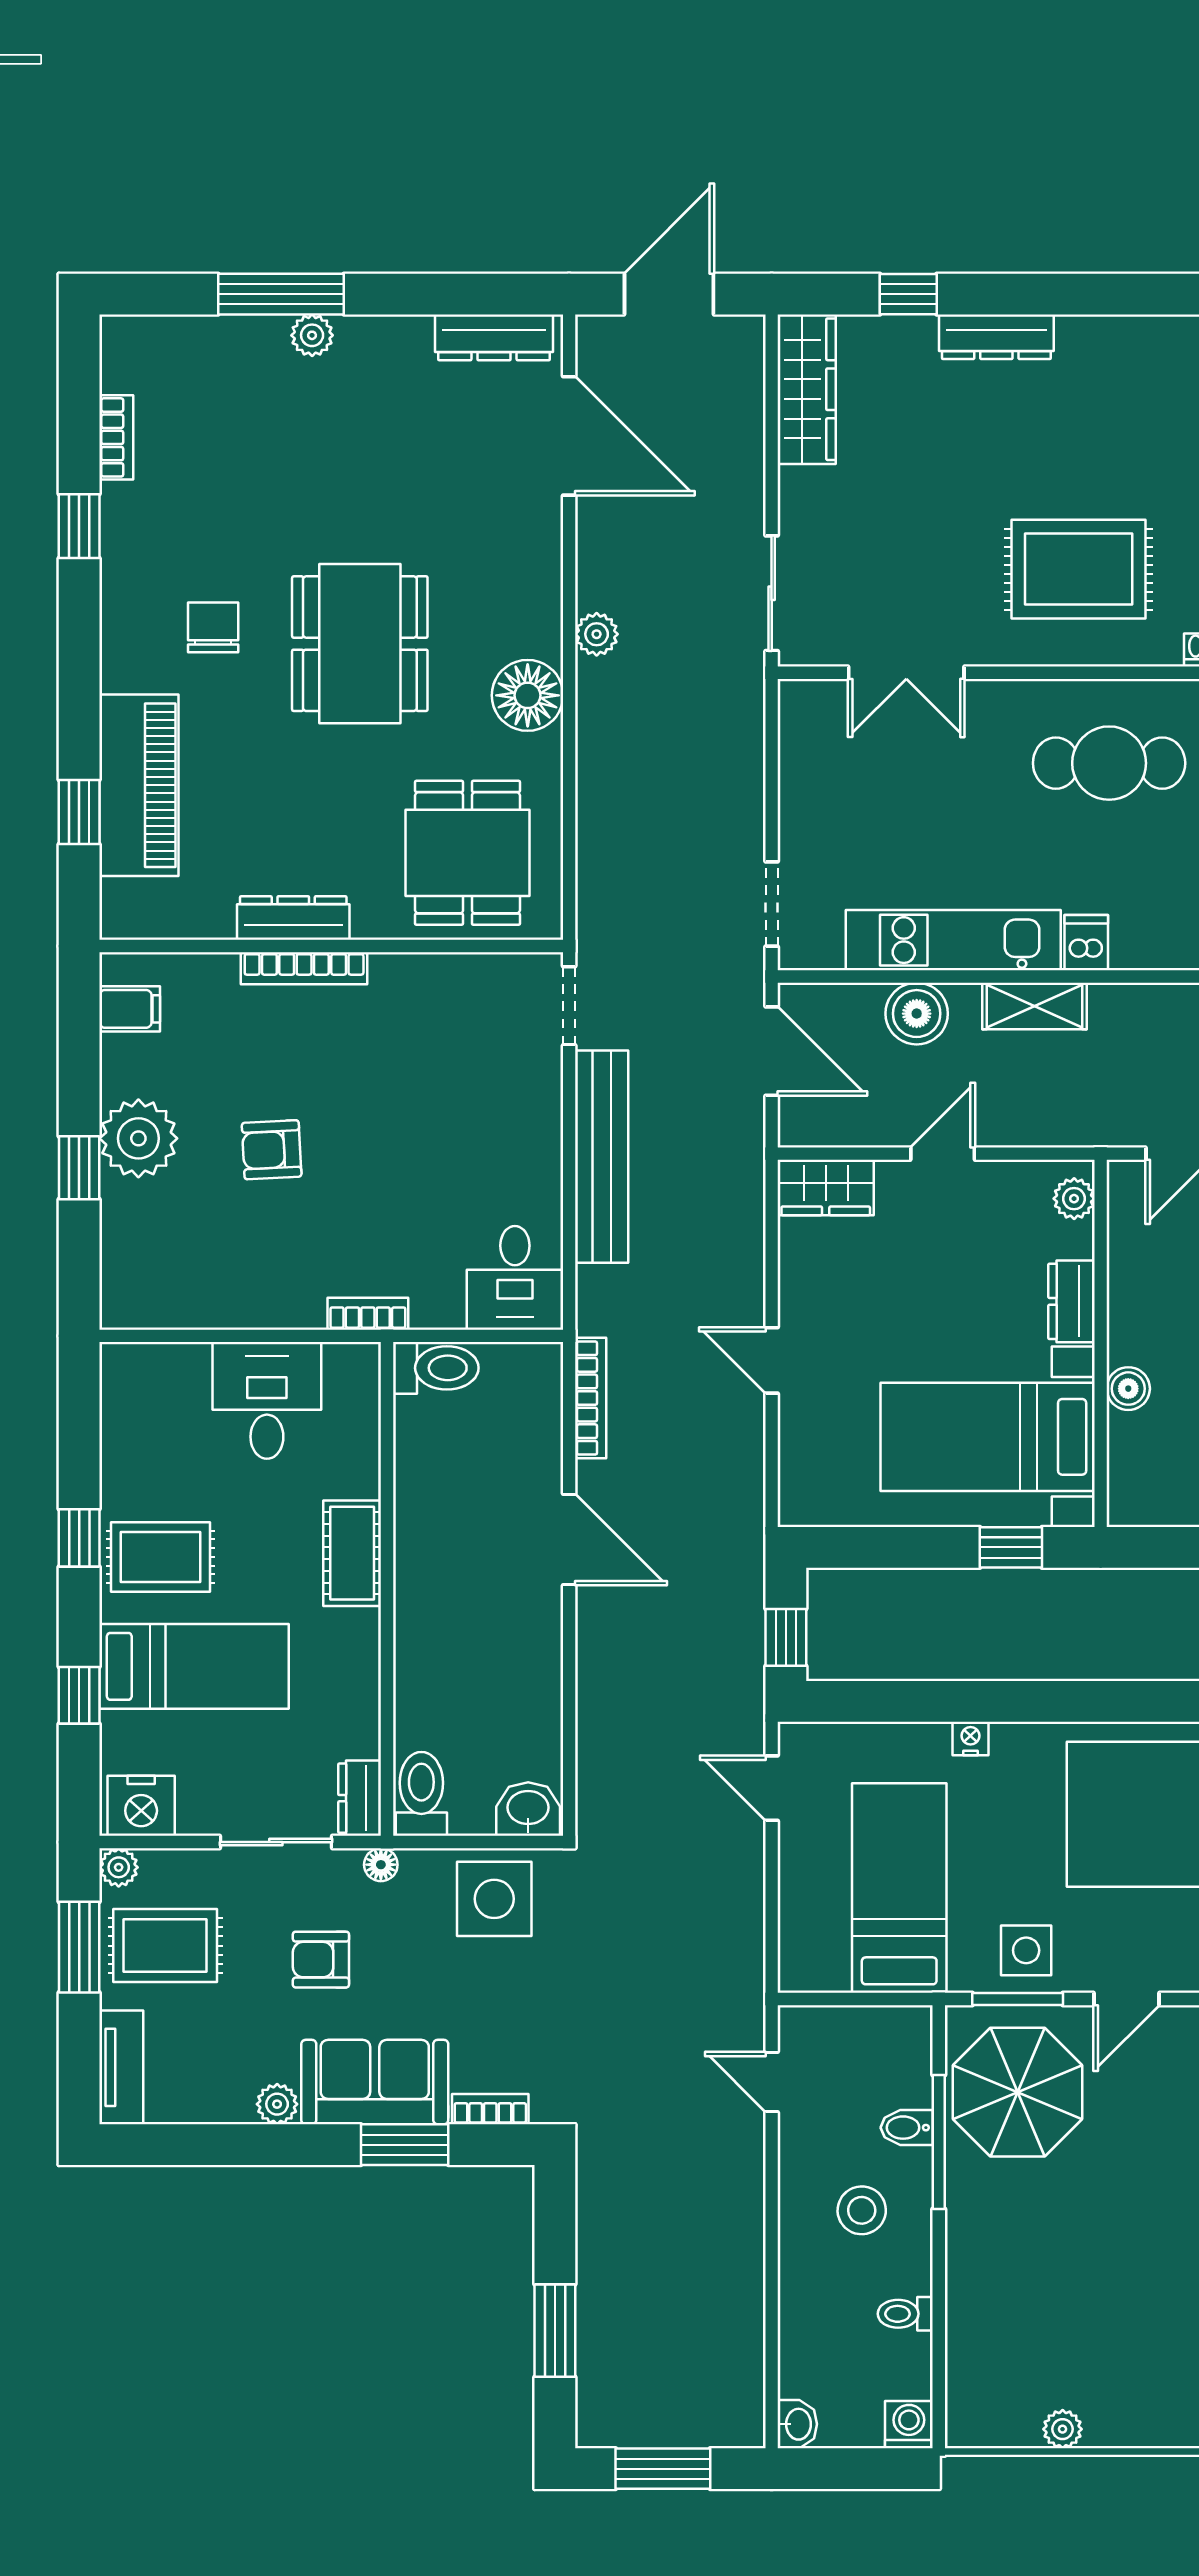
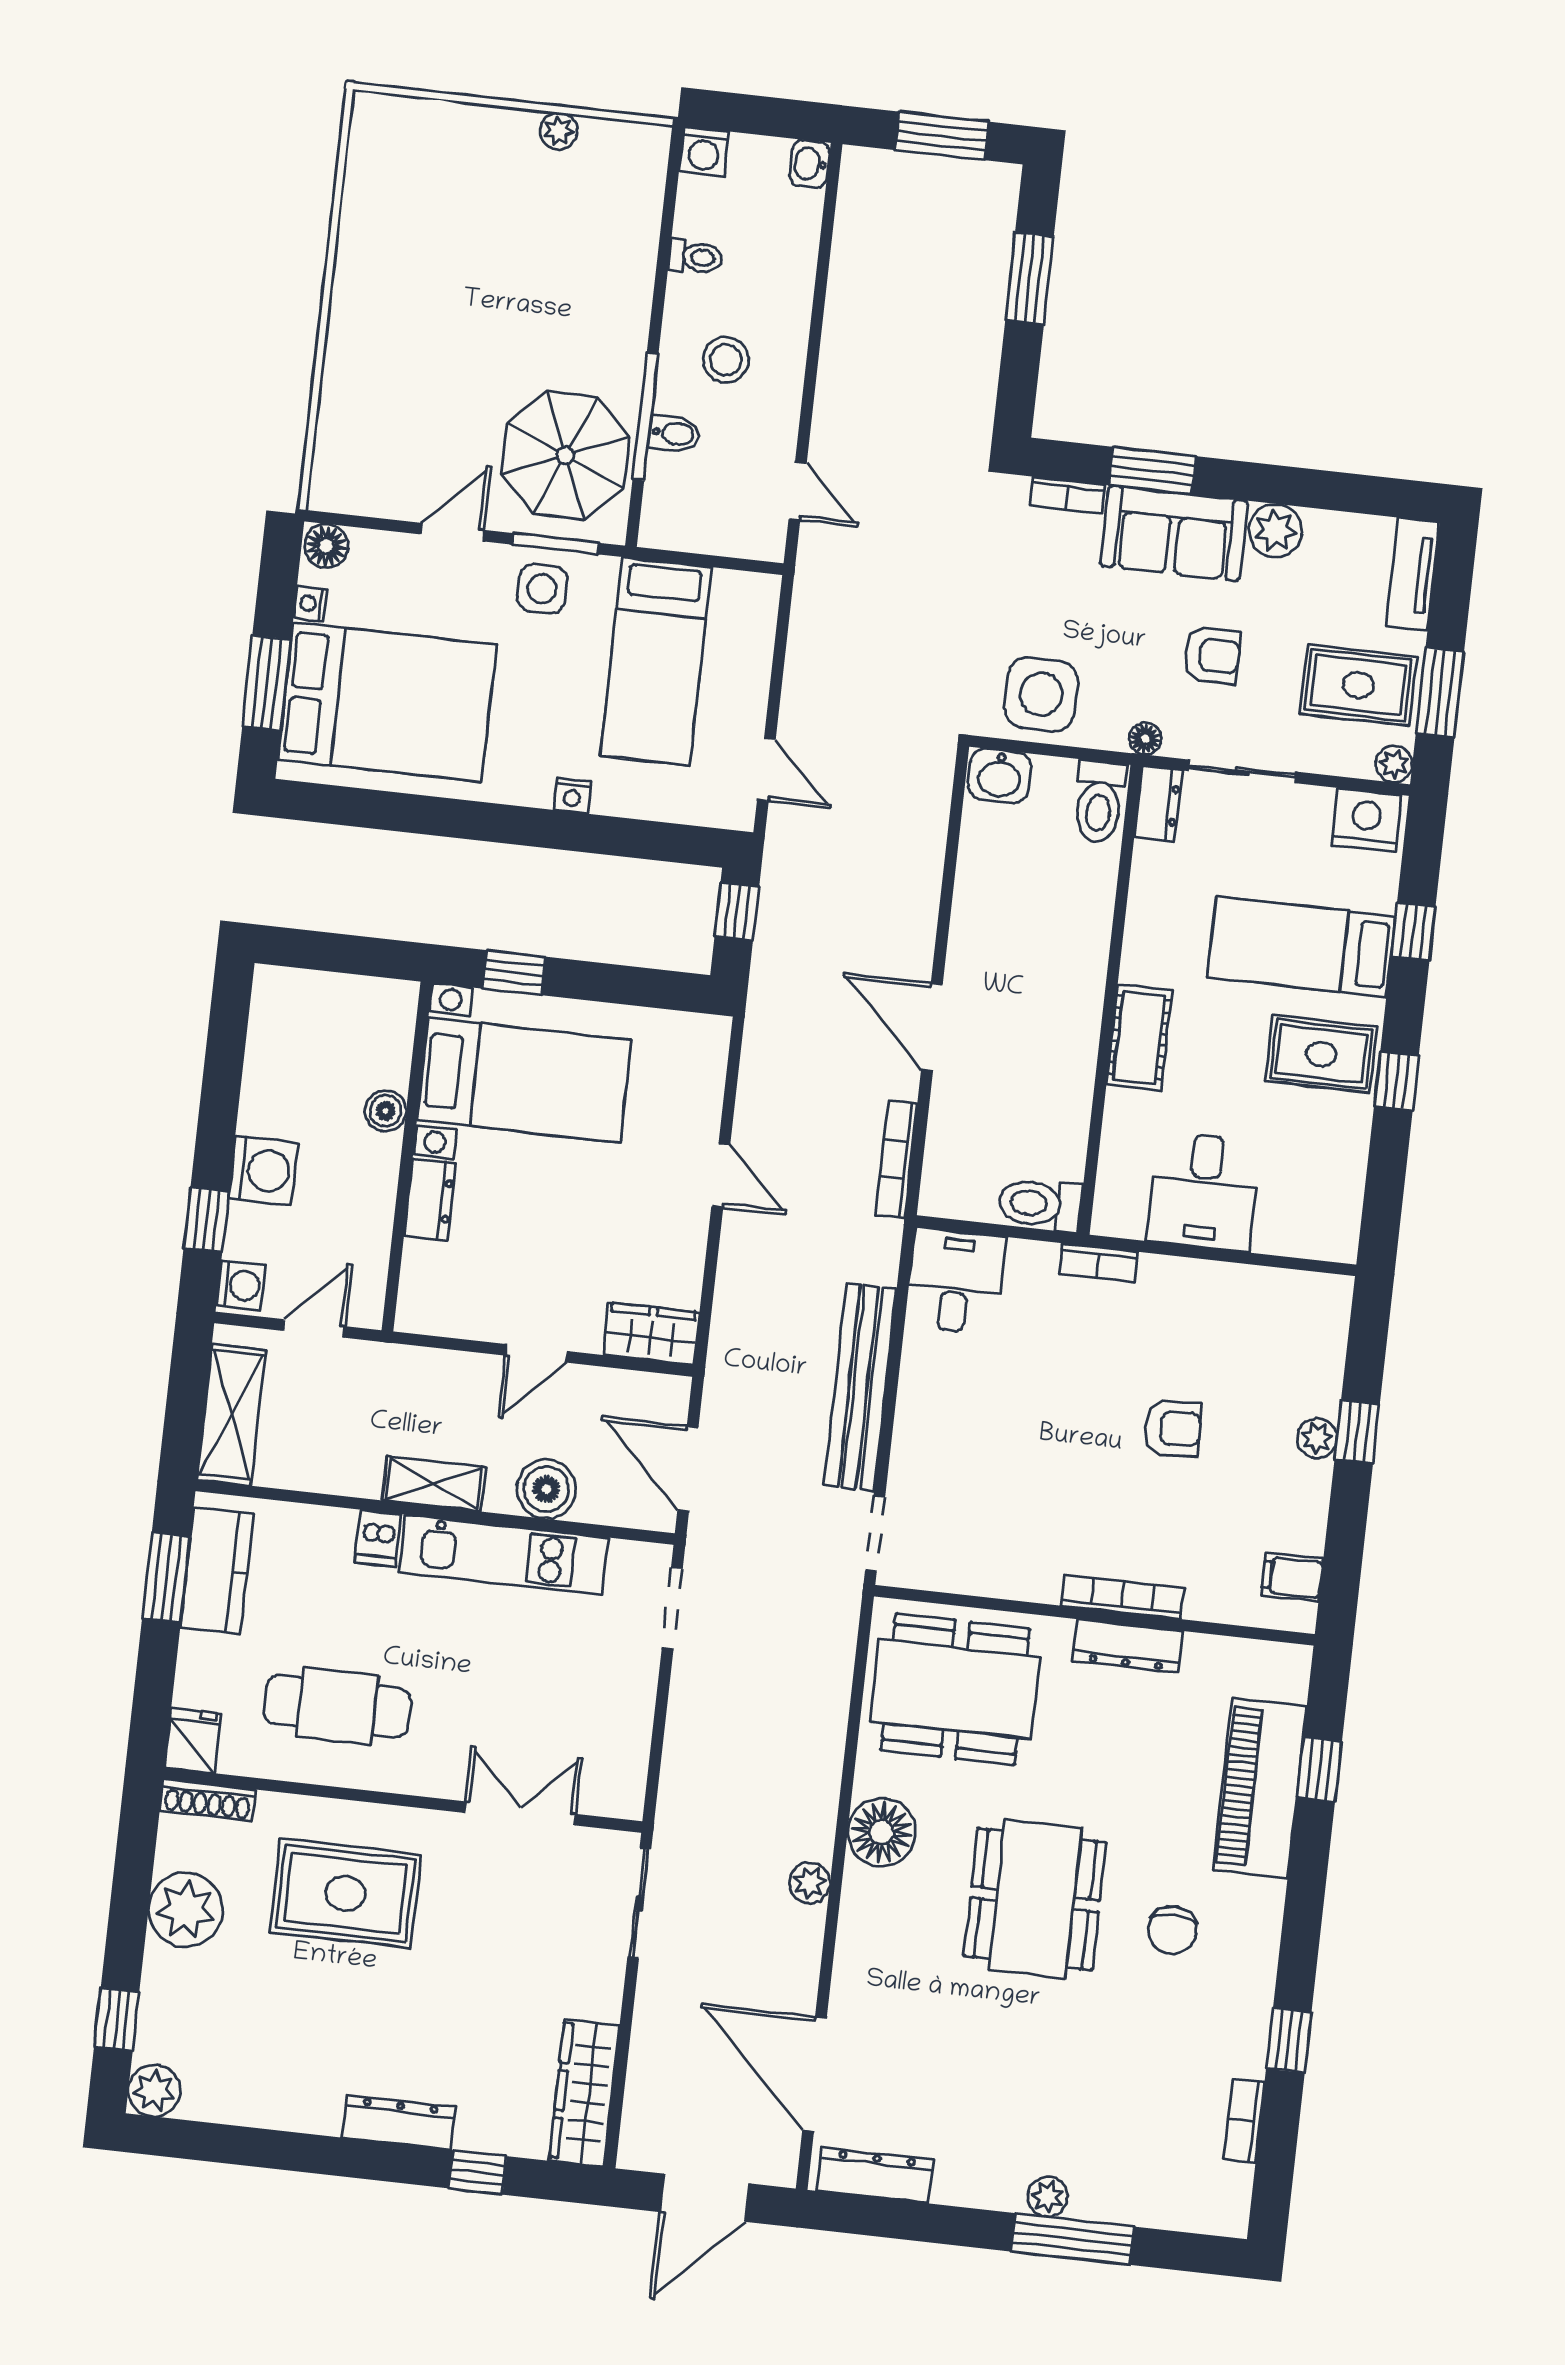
dining table: (467, 853) -> (955, 1689), width x1.38
plant: (138, 1138) -> (1317, 1438), width x0.53, depth x0.53
plant: (1074, 1199) -> (417, 1297), removed
plant: (277, 2104) -> (1275, 531), width x1.38, depth x1.38

